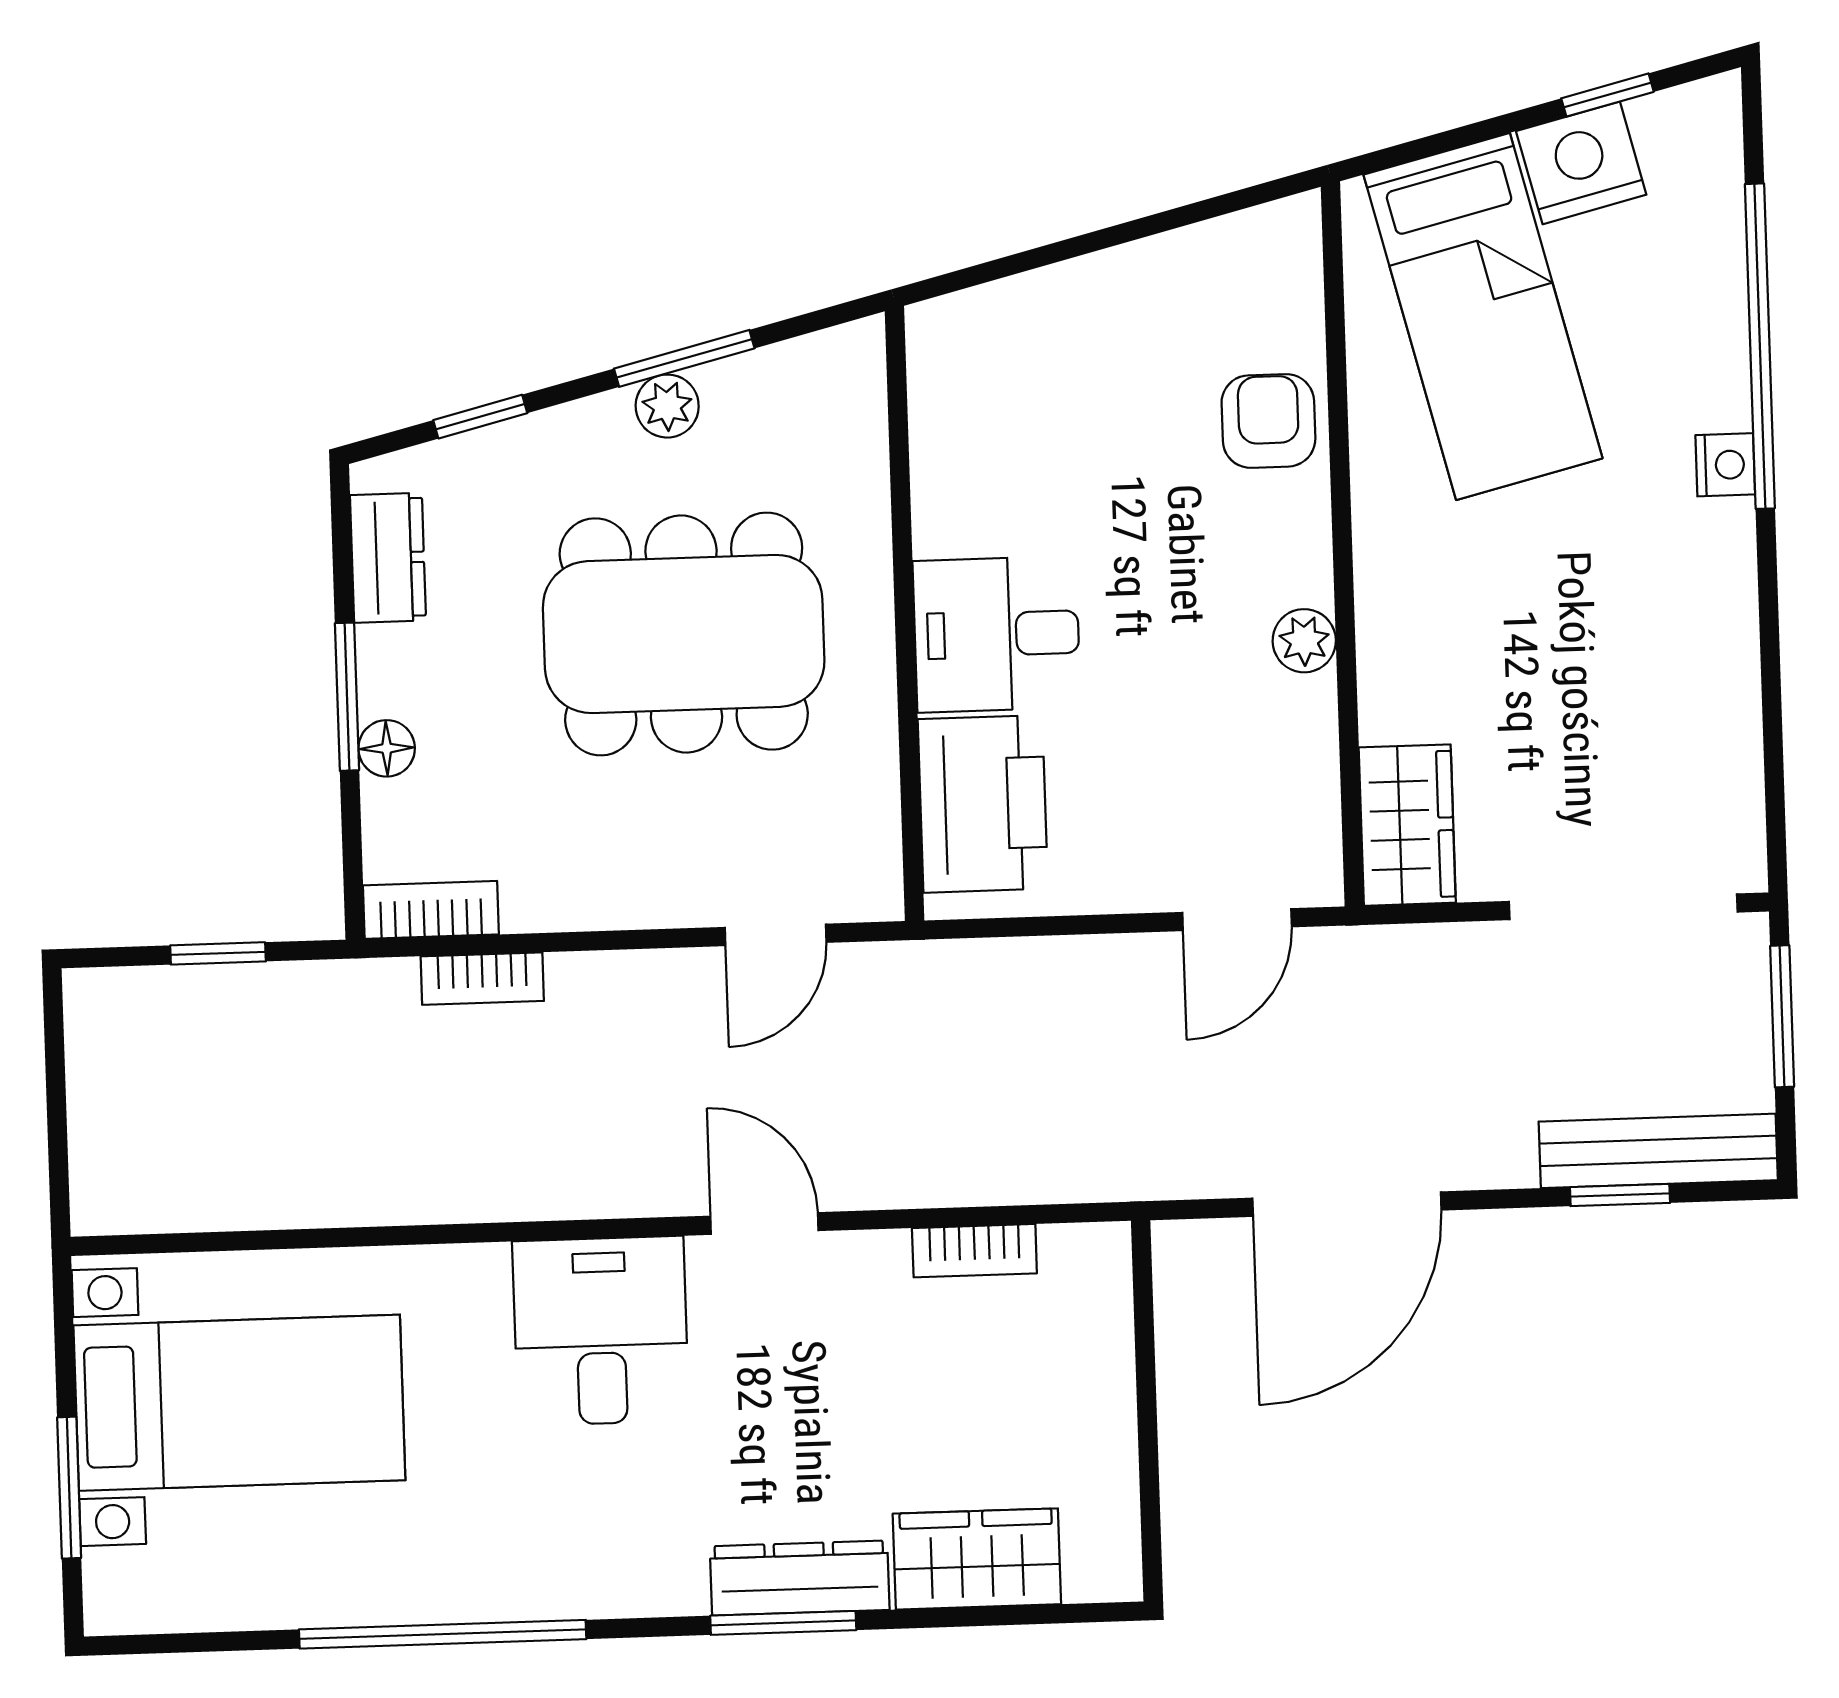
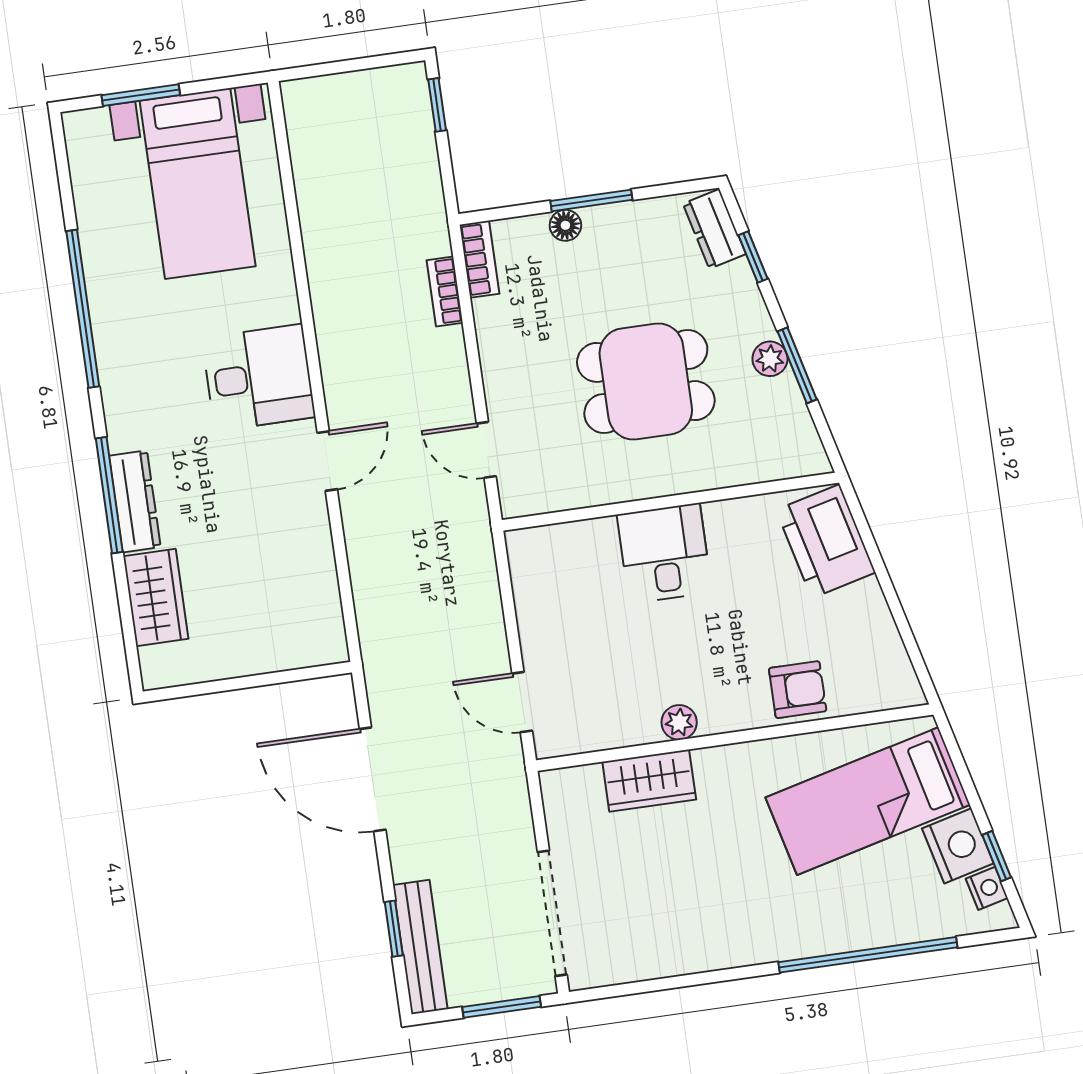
nightstand: (1725, 465) -> (987, 888), moved, turned -104
dresser: (388, 558) -> (714, 229), moved, turned 76
dining table: (684, 634) -> (646, 381), width x0.73
printer: (983, 804) -> (826, 541), moved, turned 76
wardrobe: (1407, 825) -> (649, 781), moved
window: (218, 953) -> (437, 105), moved
bookcase: (974, 1251) -> (325, 578), removed
window: (783, 1623) -> (109, 495), width x1.44

